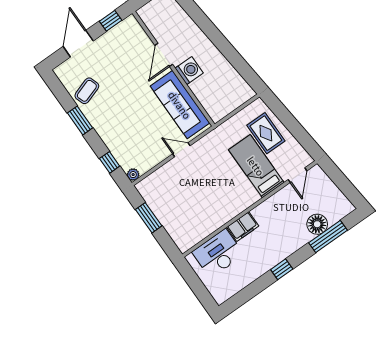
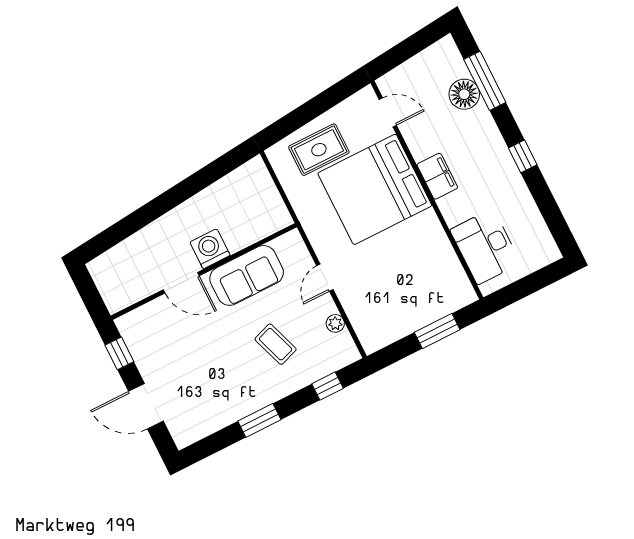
coffee table: (87, 91) -> (276, 344), moved
sofa: (180, 105) -> (247, 275), width x0.73
bed: (256, 166) -> (375, 189), width x2.04
plant: (133, 175) -> (335, 323), moved
window: (149, 218) -> (437, 331), moved
filing cabinet: (243, 227) -> (437, 176), moved

